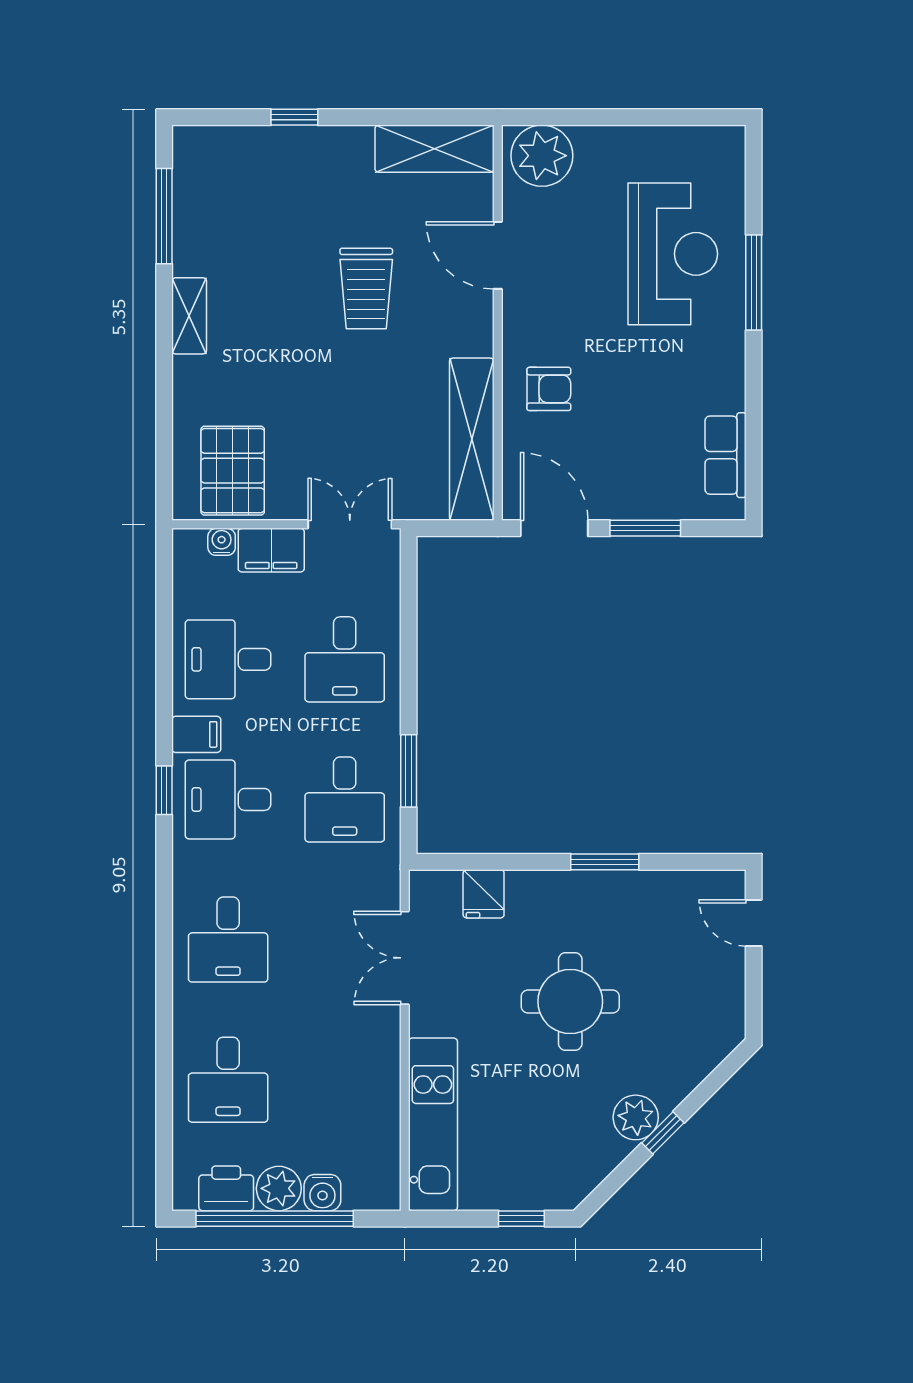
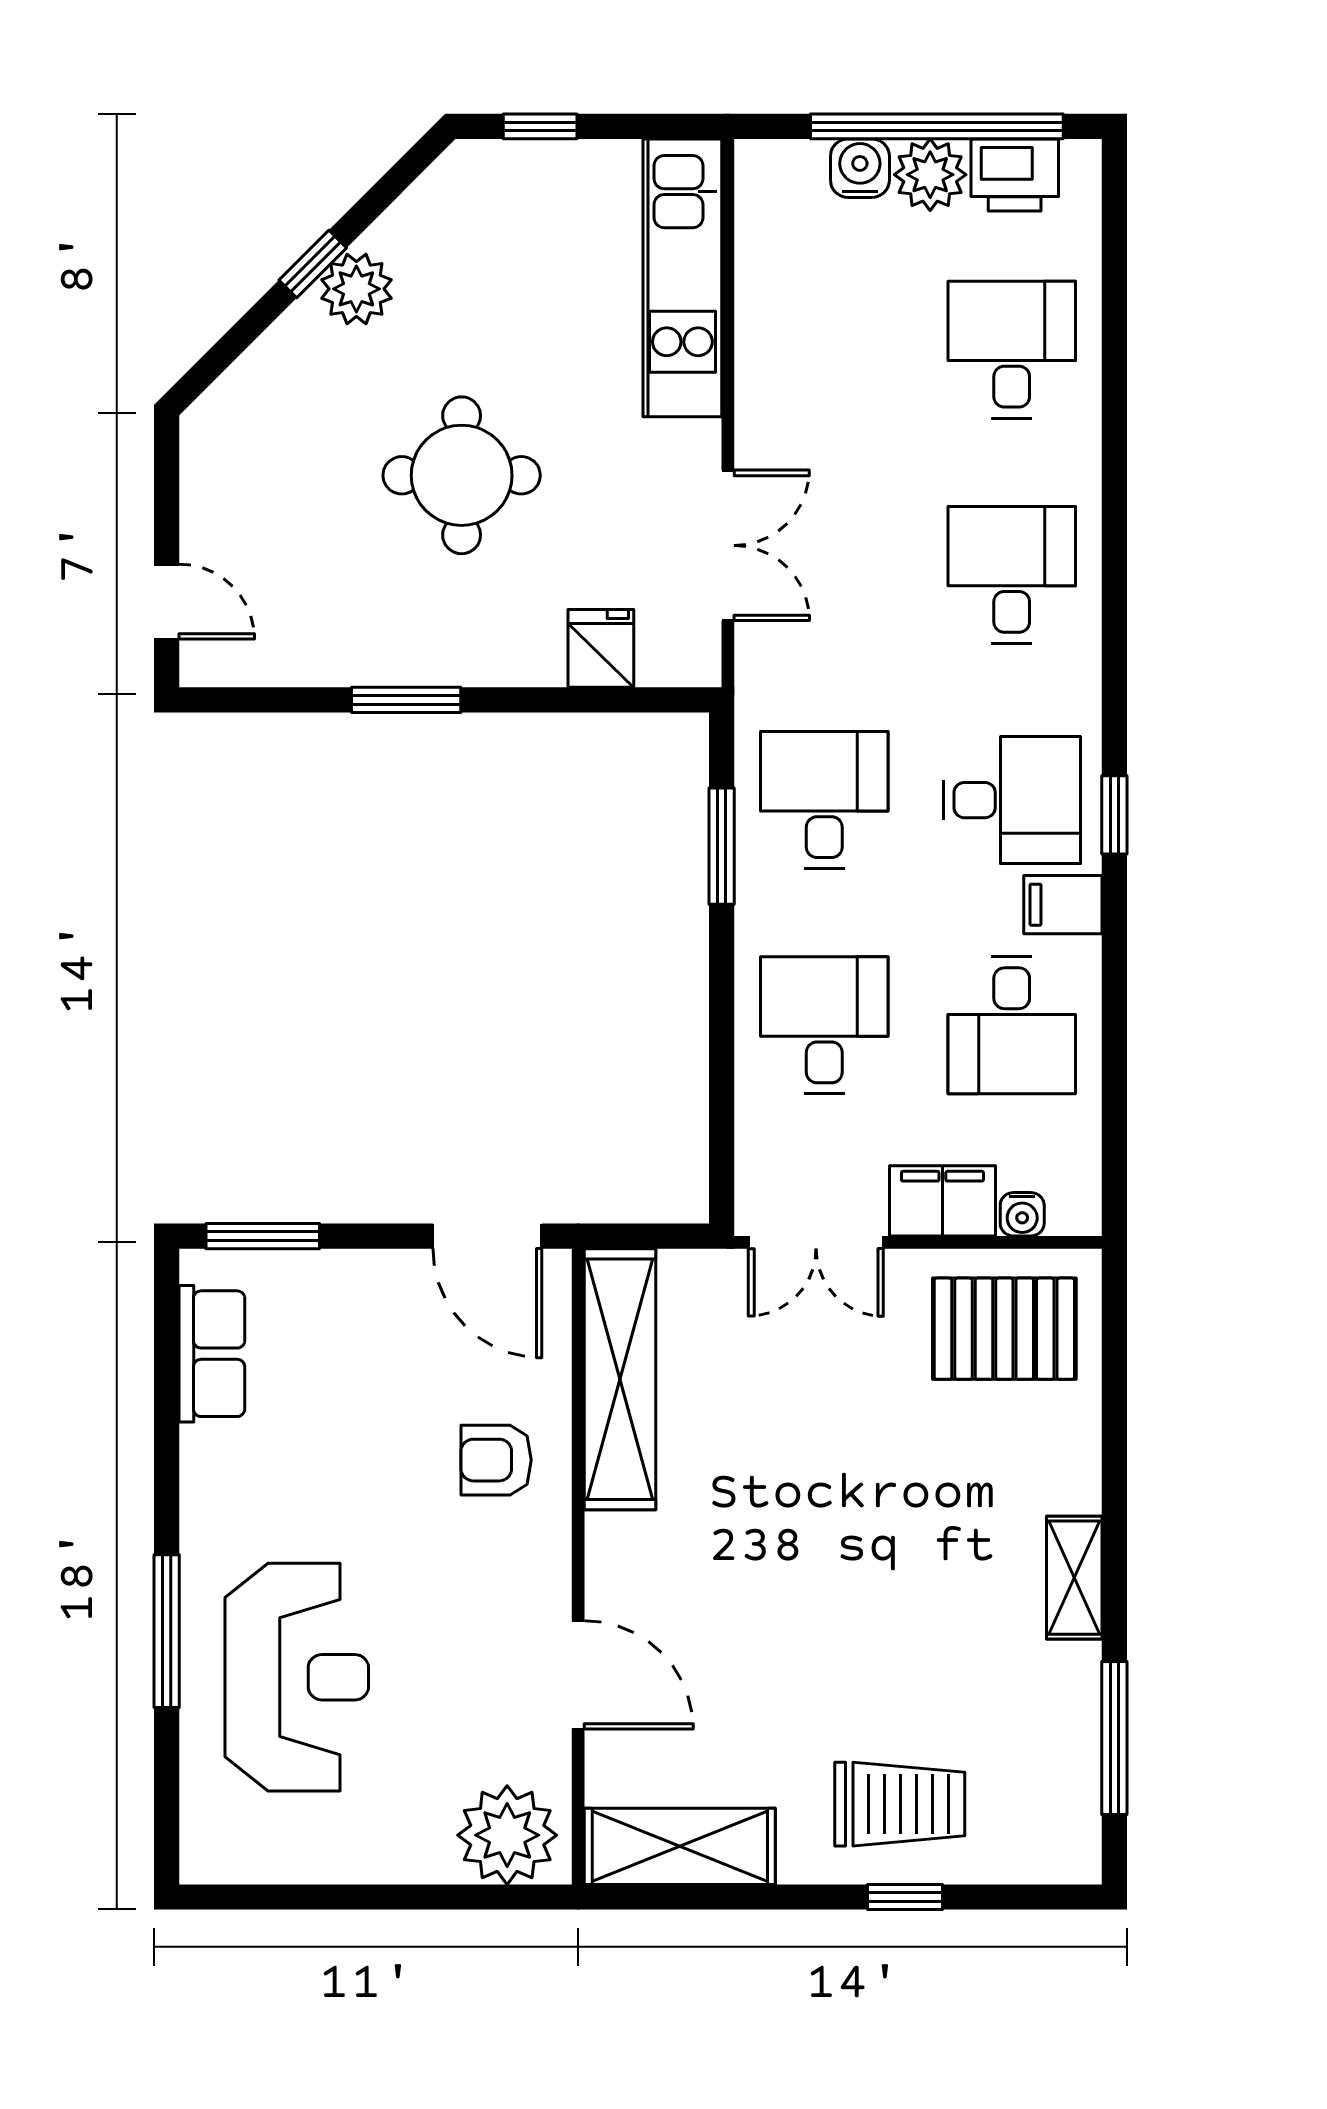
reception desk: (673, 254) -> (297, 1677), turned 180
trolley: (366, 288) -> (900, 1804), moved, turned 90
pallet: (233, 471) -> (1004, 1329), turned 90
window: (645, 528) -> (263, 1236), moved
desk: (228, 659) -> (1012, 1025), turned 90

